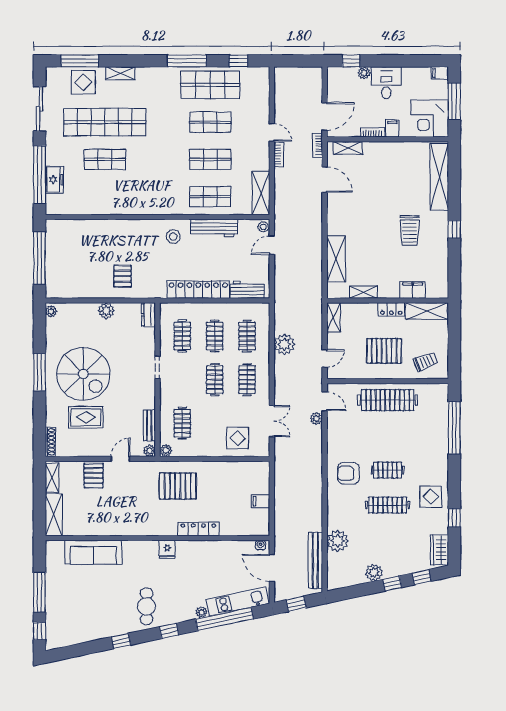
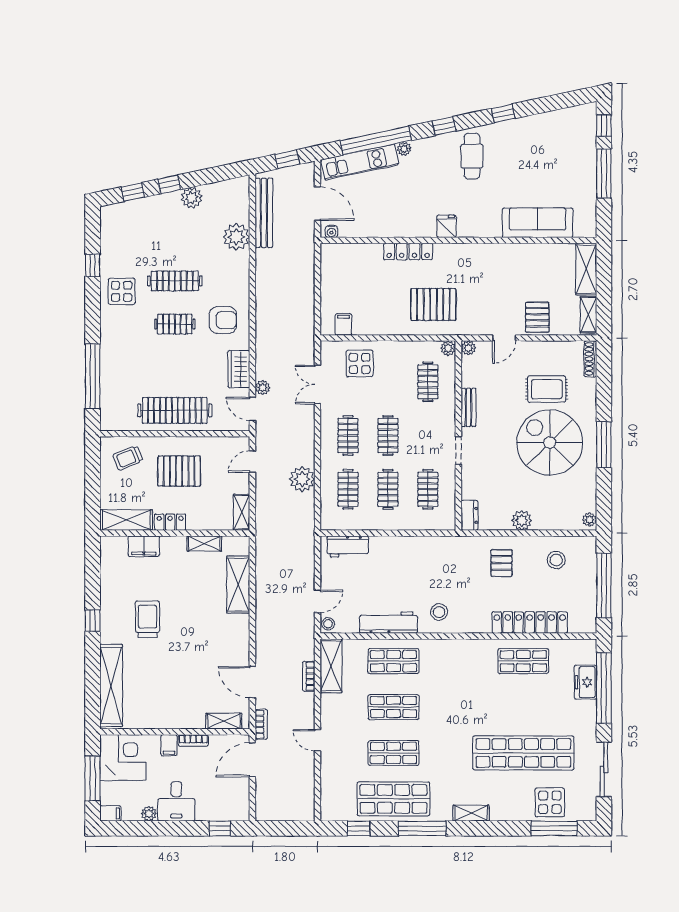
shelving: (120, 73) -> (471, 813), moved
plant: (364, 73) -> (149, 814), moved
bookcase: (279, 154) -> (309, 676), moved
shop shelf: (105, 159) -> (523, 661), moved
stool: (78, 279) -> (556, 560), added
locker: (198, 290) -> (530, 623), moved, turned 180
bench: (149, 425) -> (468, 407), moved
filing cabinet: (261, 501) -> (343, 324), moved, turned -90
wardrobe: (440, 550) -> (239, 369), moved, turned 180

